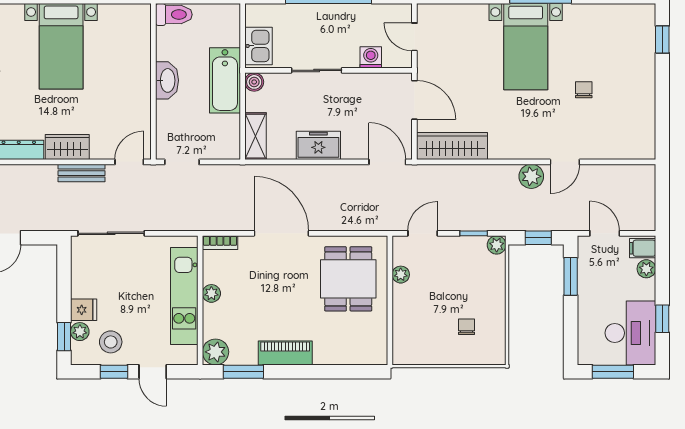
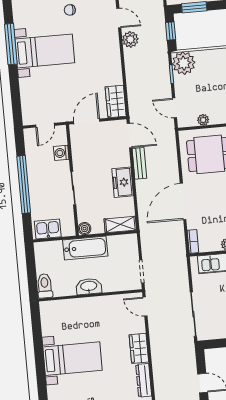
kitchen sink: (258, 46) -> (48, 229), moved
wardrobe: (452, 146) -> (116, 101), width x0.67
door: (387, 162) -> (129, 136), swing flipped
bench: (82, 173) -> (139, 163), moved
plant: (497, 245) -> (184, 63), width x1.87, depth x1.87

